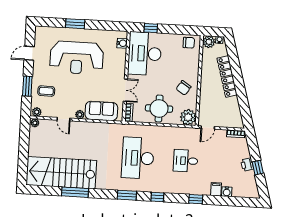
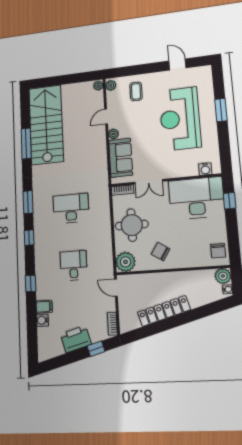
locker: (227, 76) -> (164, 311), moved
window: (27, 86) -> (139, 70), removed
desk: (138, 158) -> (71, 208), width x0.73, depth x0.77
printer: (247, 165) -> (76, 339), width x1.87, depth x1.48
window: (258, 168) -> (96, 349), moved

